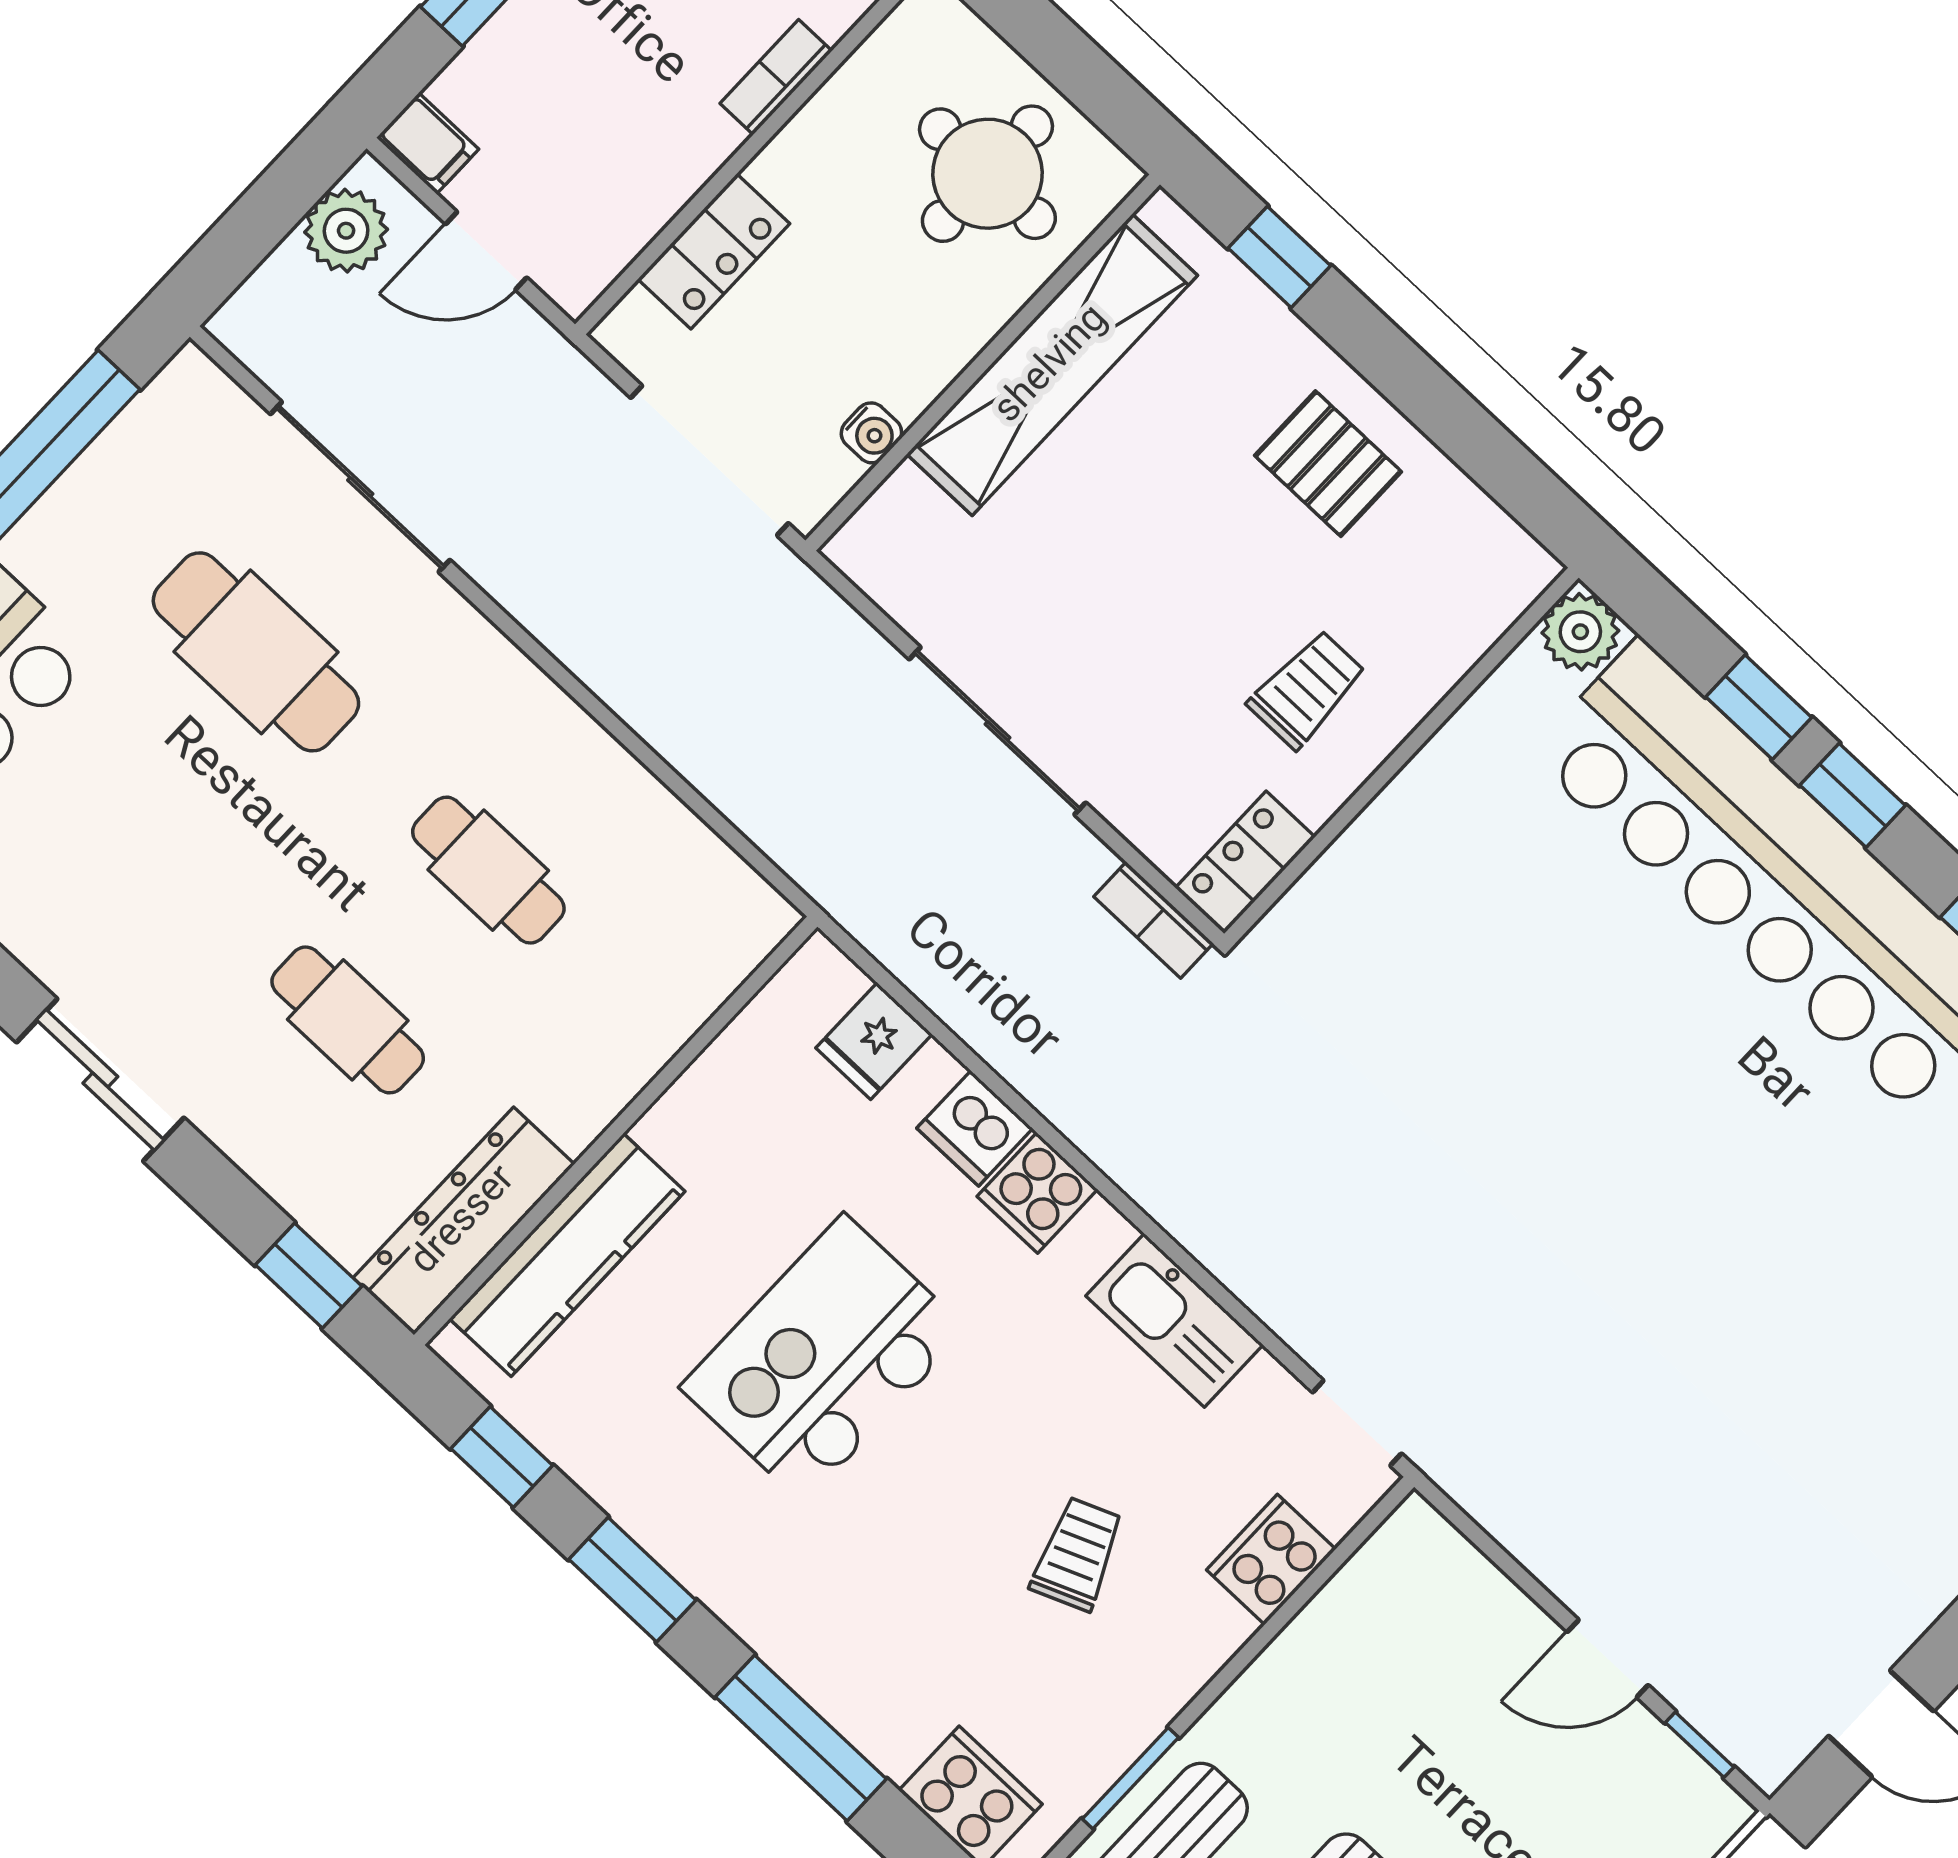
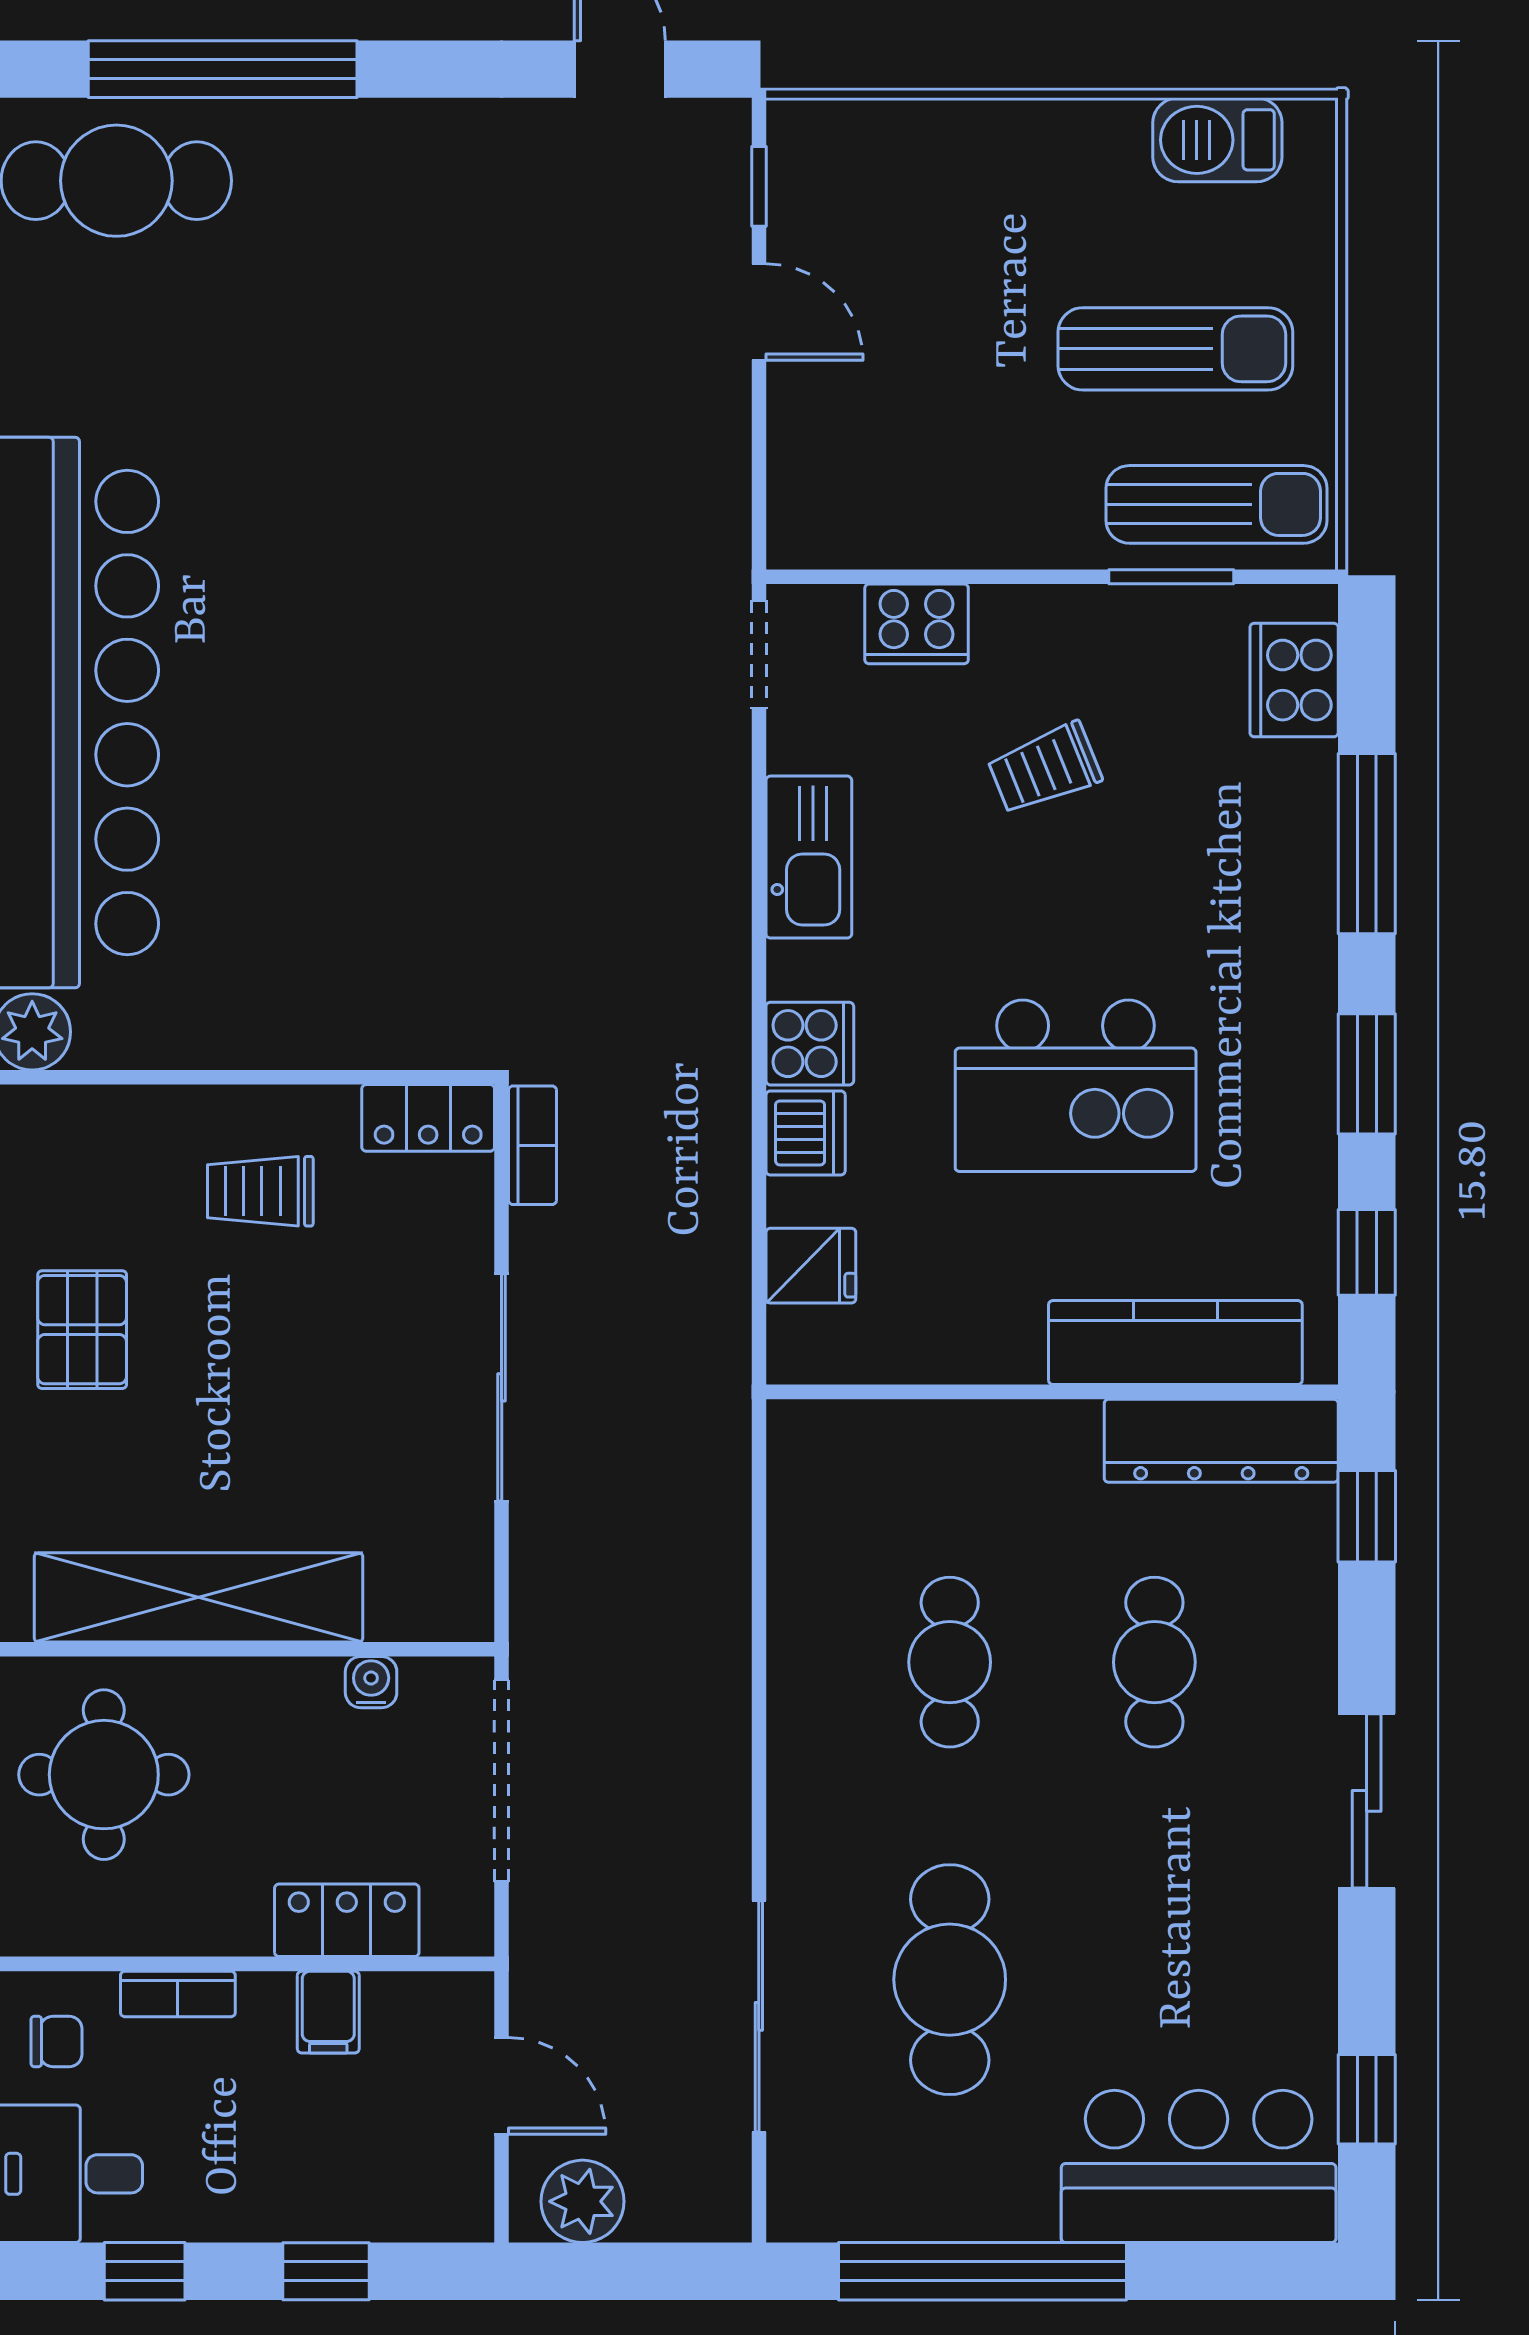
filing cabinet: (428, 143) -> (328, 2012), moved, turned 180

